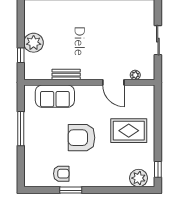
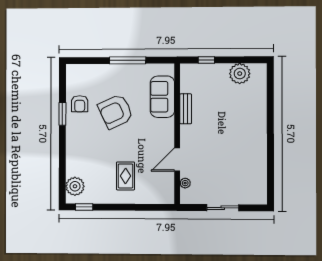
plant: (34, 43) -> (240, 74), moved
rug: (129, 131) -> (125, 176), width x0.73, depth x0.70
armchair: (82, 138) -> (116, 111), moved, turned -115

